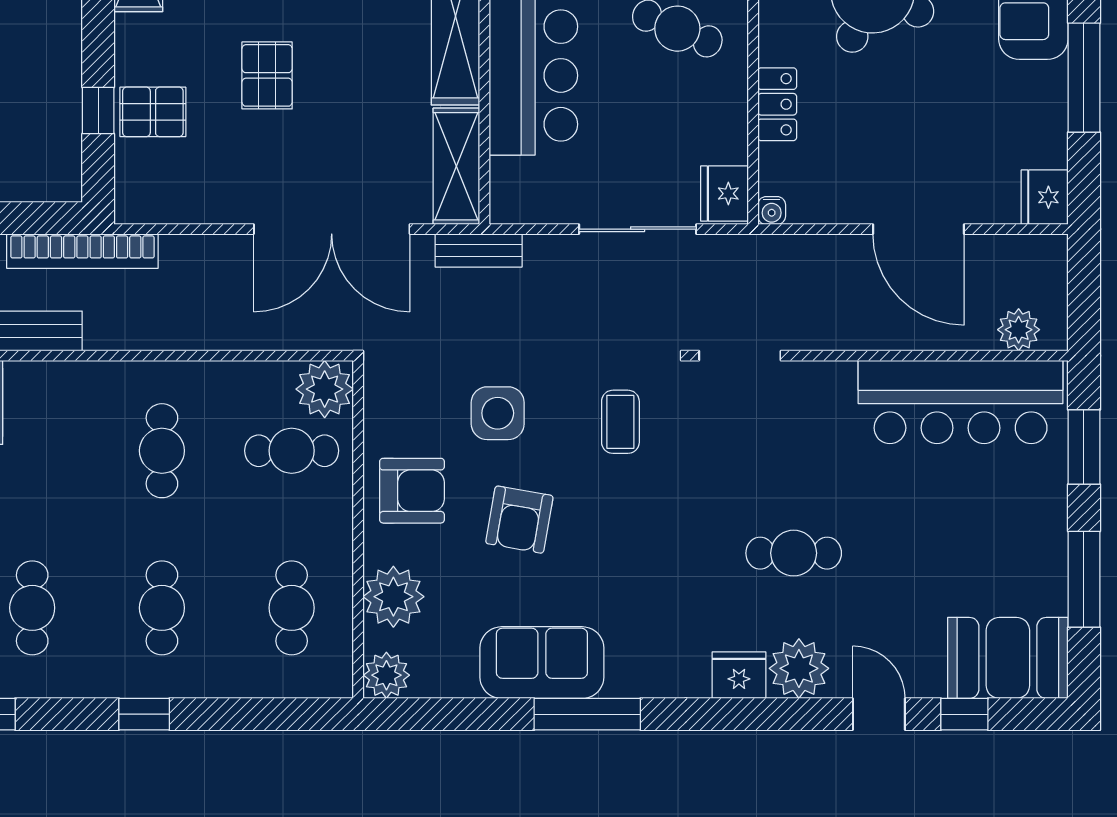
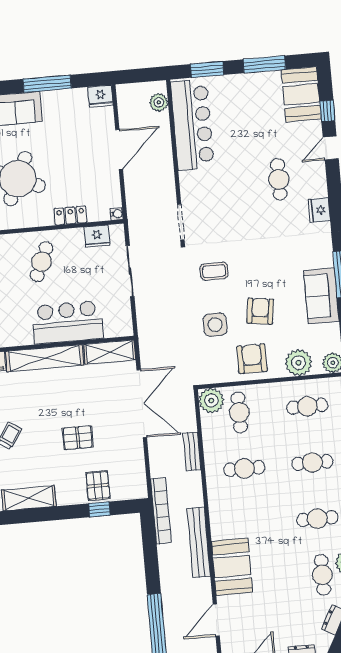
fridge: (724, 194) -> (97, 236), moved
bench: (479, 251) -> (192, 451), moved
armchair: (519, 520) -> (260, 311), turned -92
cafe table: (794, 553) -> (279, 179), moved
plant: (799, 668) -> (314, 184), removed

